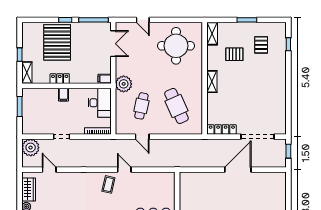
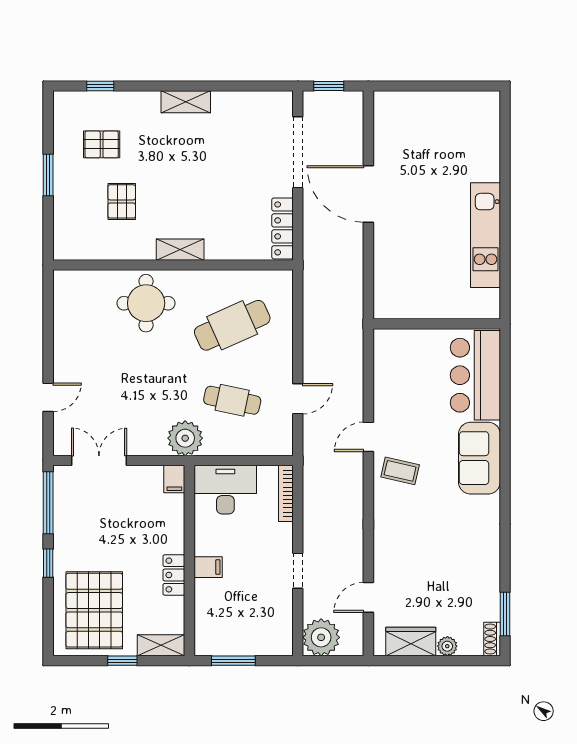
shelving: (212, 34) -> (186, 102), moved
pallet: (57, 42) -> (94, 610), moved, turned 90
round table: (176, 46) -> (146, 303), moved, width x0.73, depth x0.73

